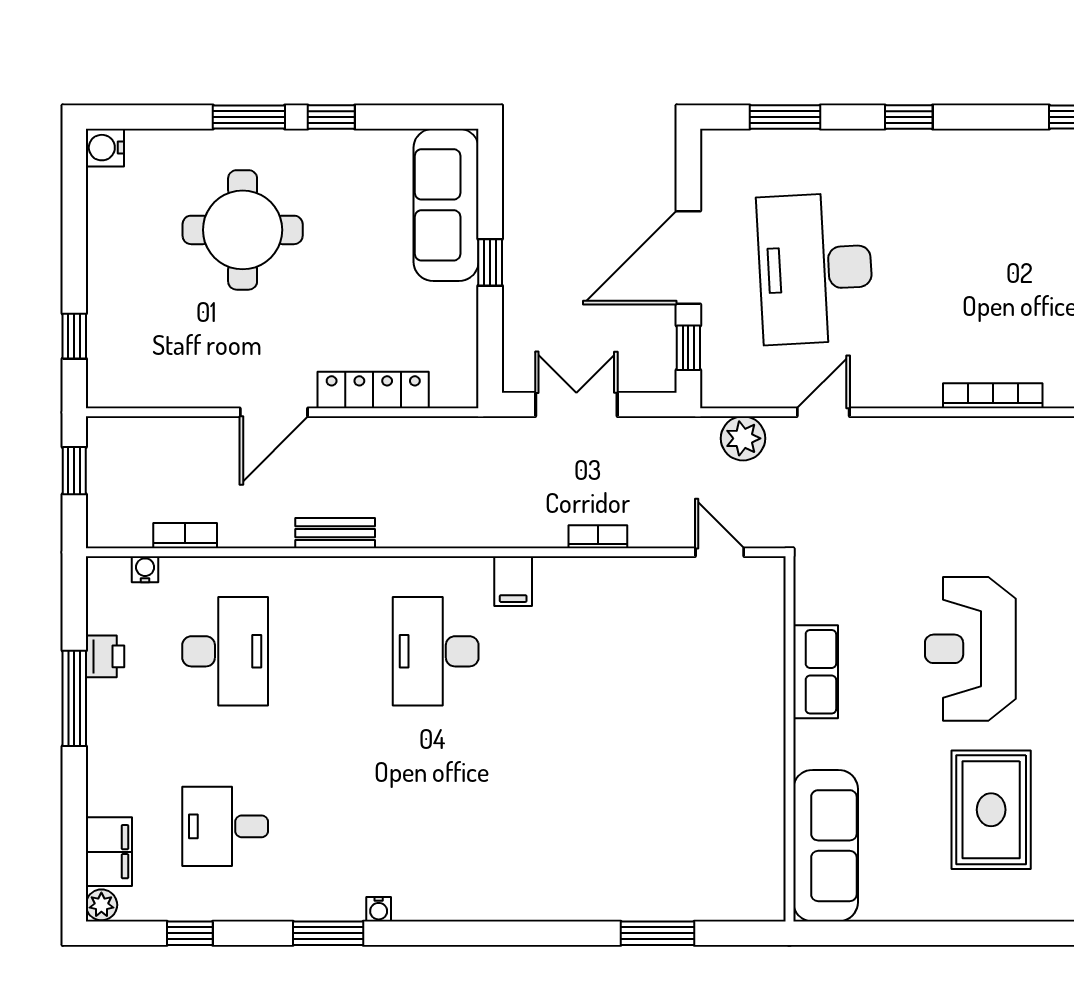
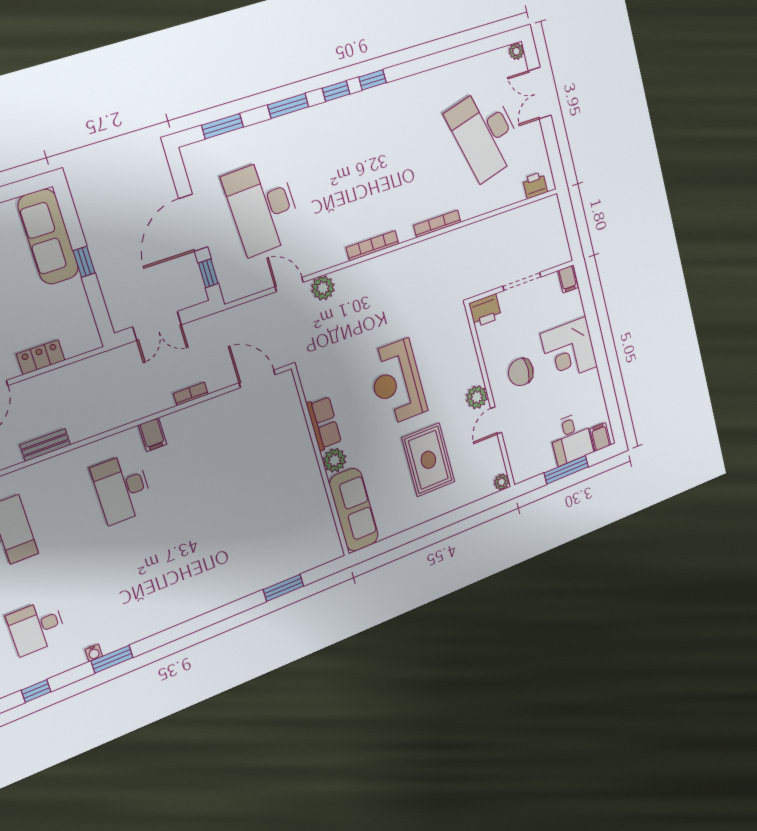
window: (909, 117) -> (288, 106), width x1.50
window: (1001, 117) -> (336, 91), added
locker: (373, 390) -> (41, 357), width x0.66
double door: (576, 405) -> (157, 326), swing flipped
door: (823, 412) -> (289, 284), hinge flipped
plant: (743, 438) -> (323, 288), moved
door: (720, 552) -> (257, 379), width x1.38
plant: (816, 744) -> (335, 460), added
water cooler: (379, 909) -> (94, 653), moved

